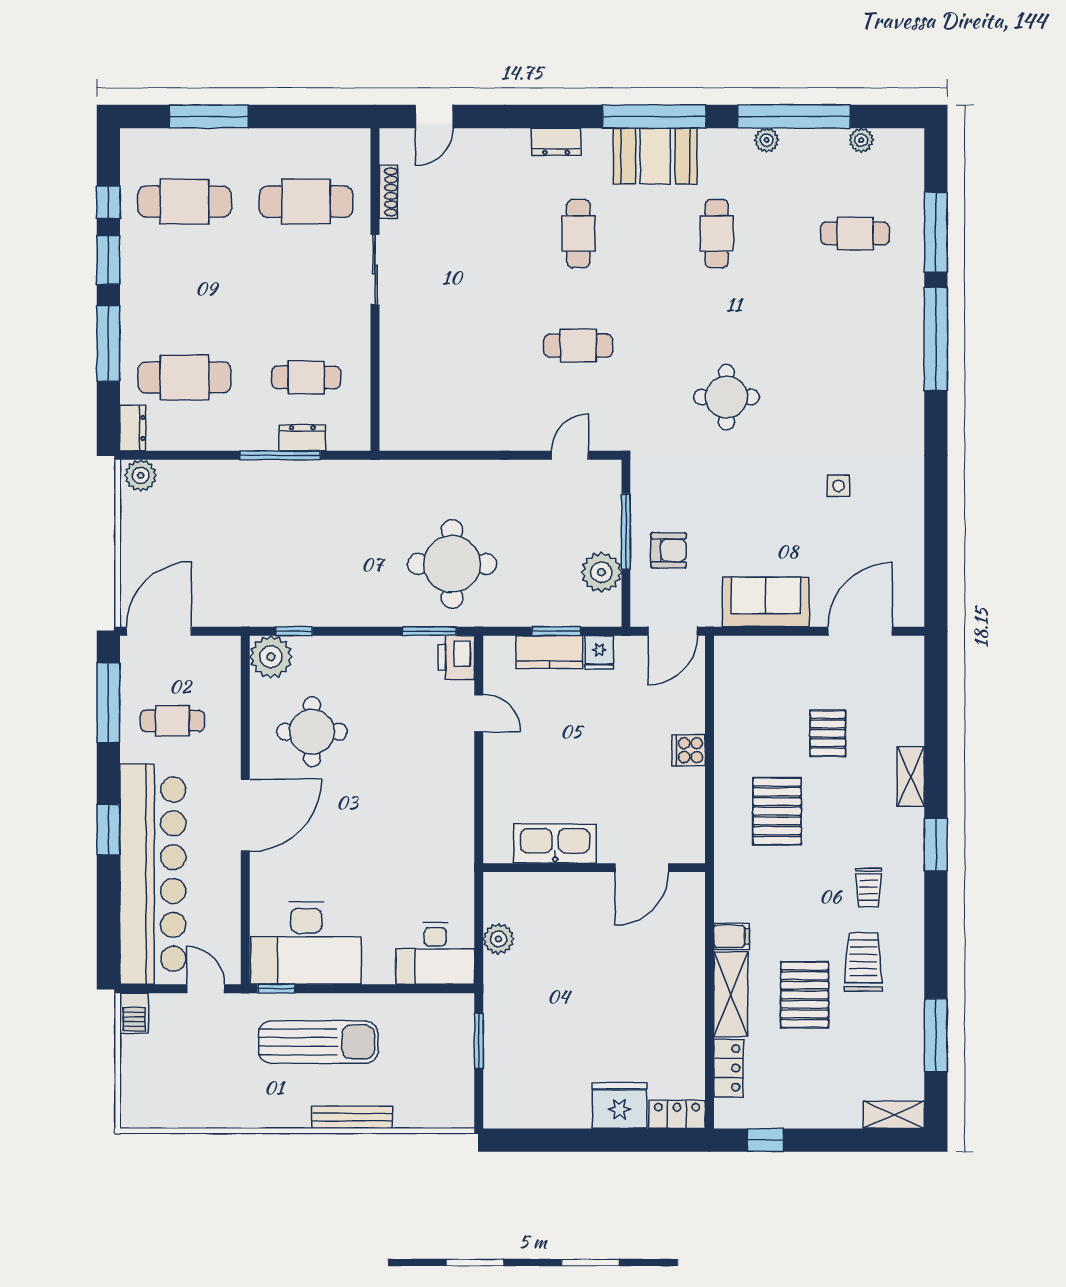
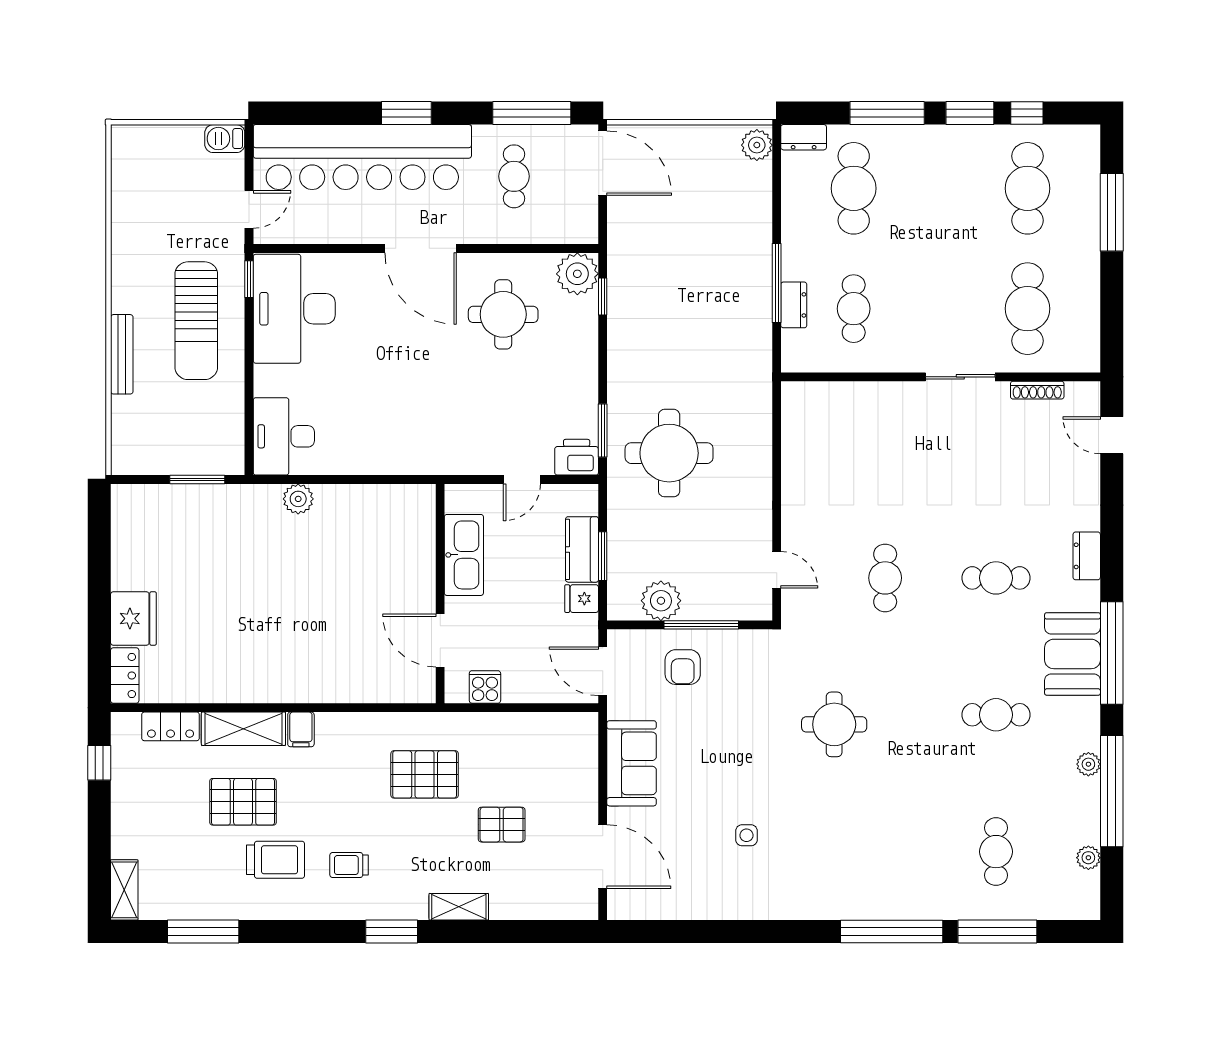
kitchen sink: (555, 844) -> (464, 555), moved
wall: (594, 868) -> (440, 594), moved
door: (642, 868) -> (440, 640), moved

